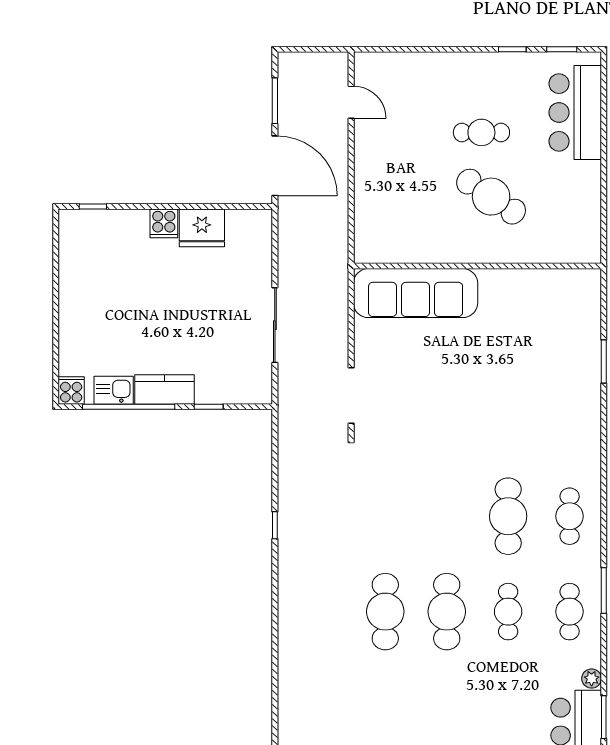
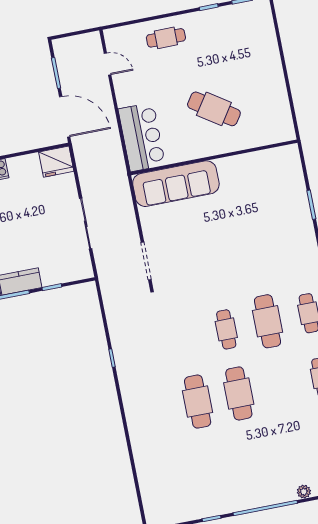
bar counter: (575, 112) -> (142, 137), moved, turned 180
cafe table: (481, 132) -> (166, 38), moved
fridge: (202, 228) -> (56, 162), moved
cafe table: (508, 612) -> (226, 329), moved

